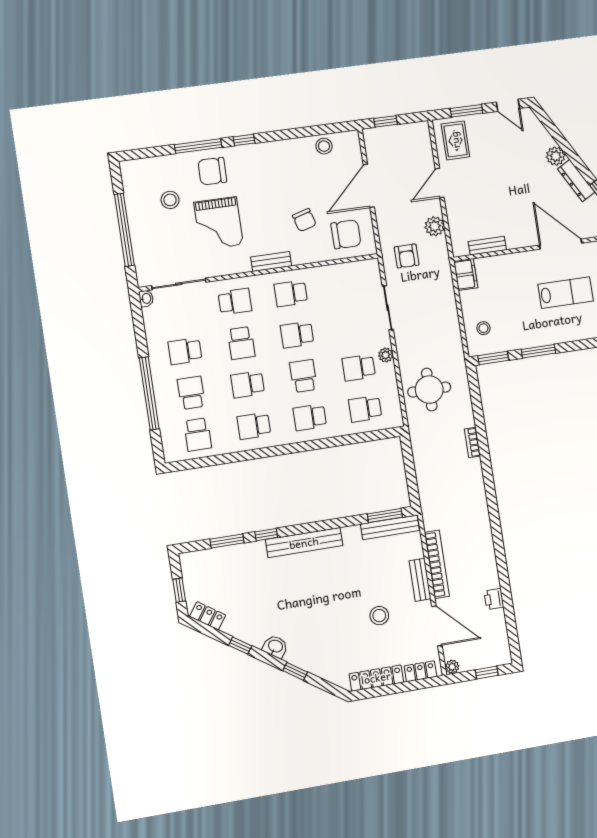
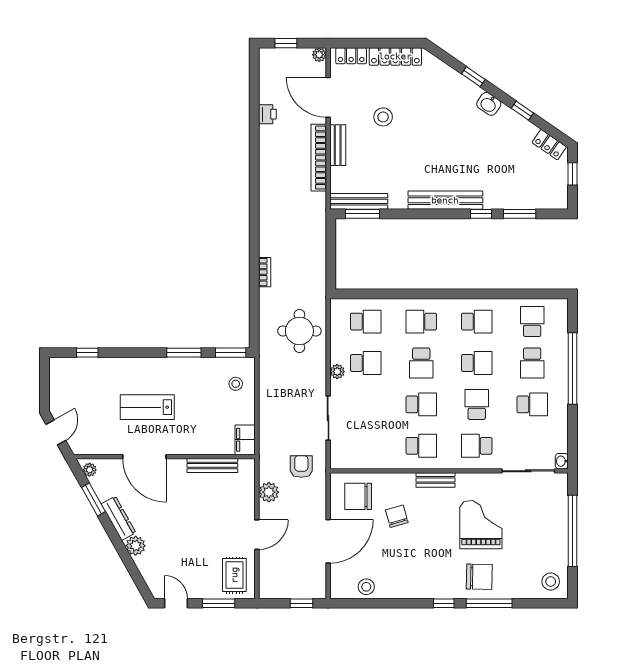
stool: (170, 200) -> (551, 582), moved
bench: (487, 246) -> (212, 465), width x1.36
school desk: (310, 417) -> (421, 322), turned 180

